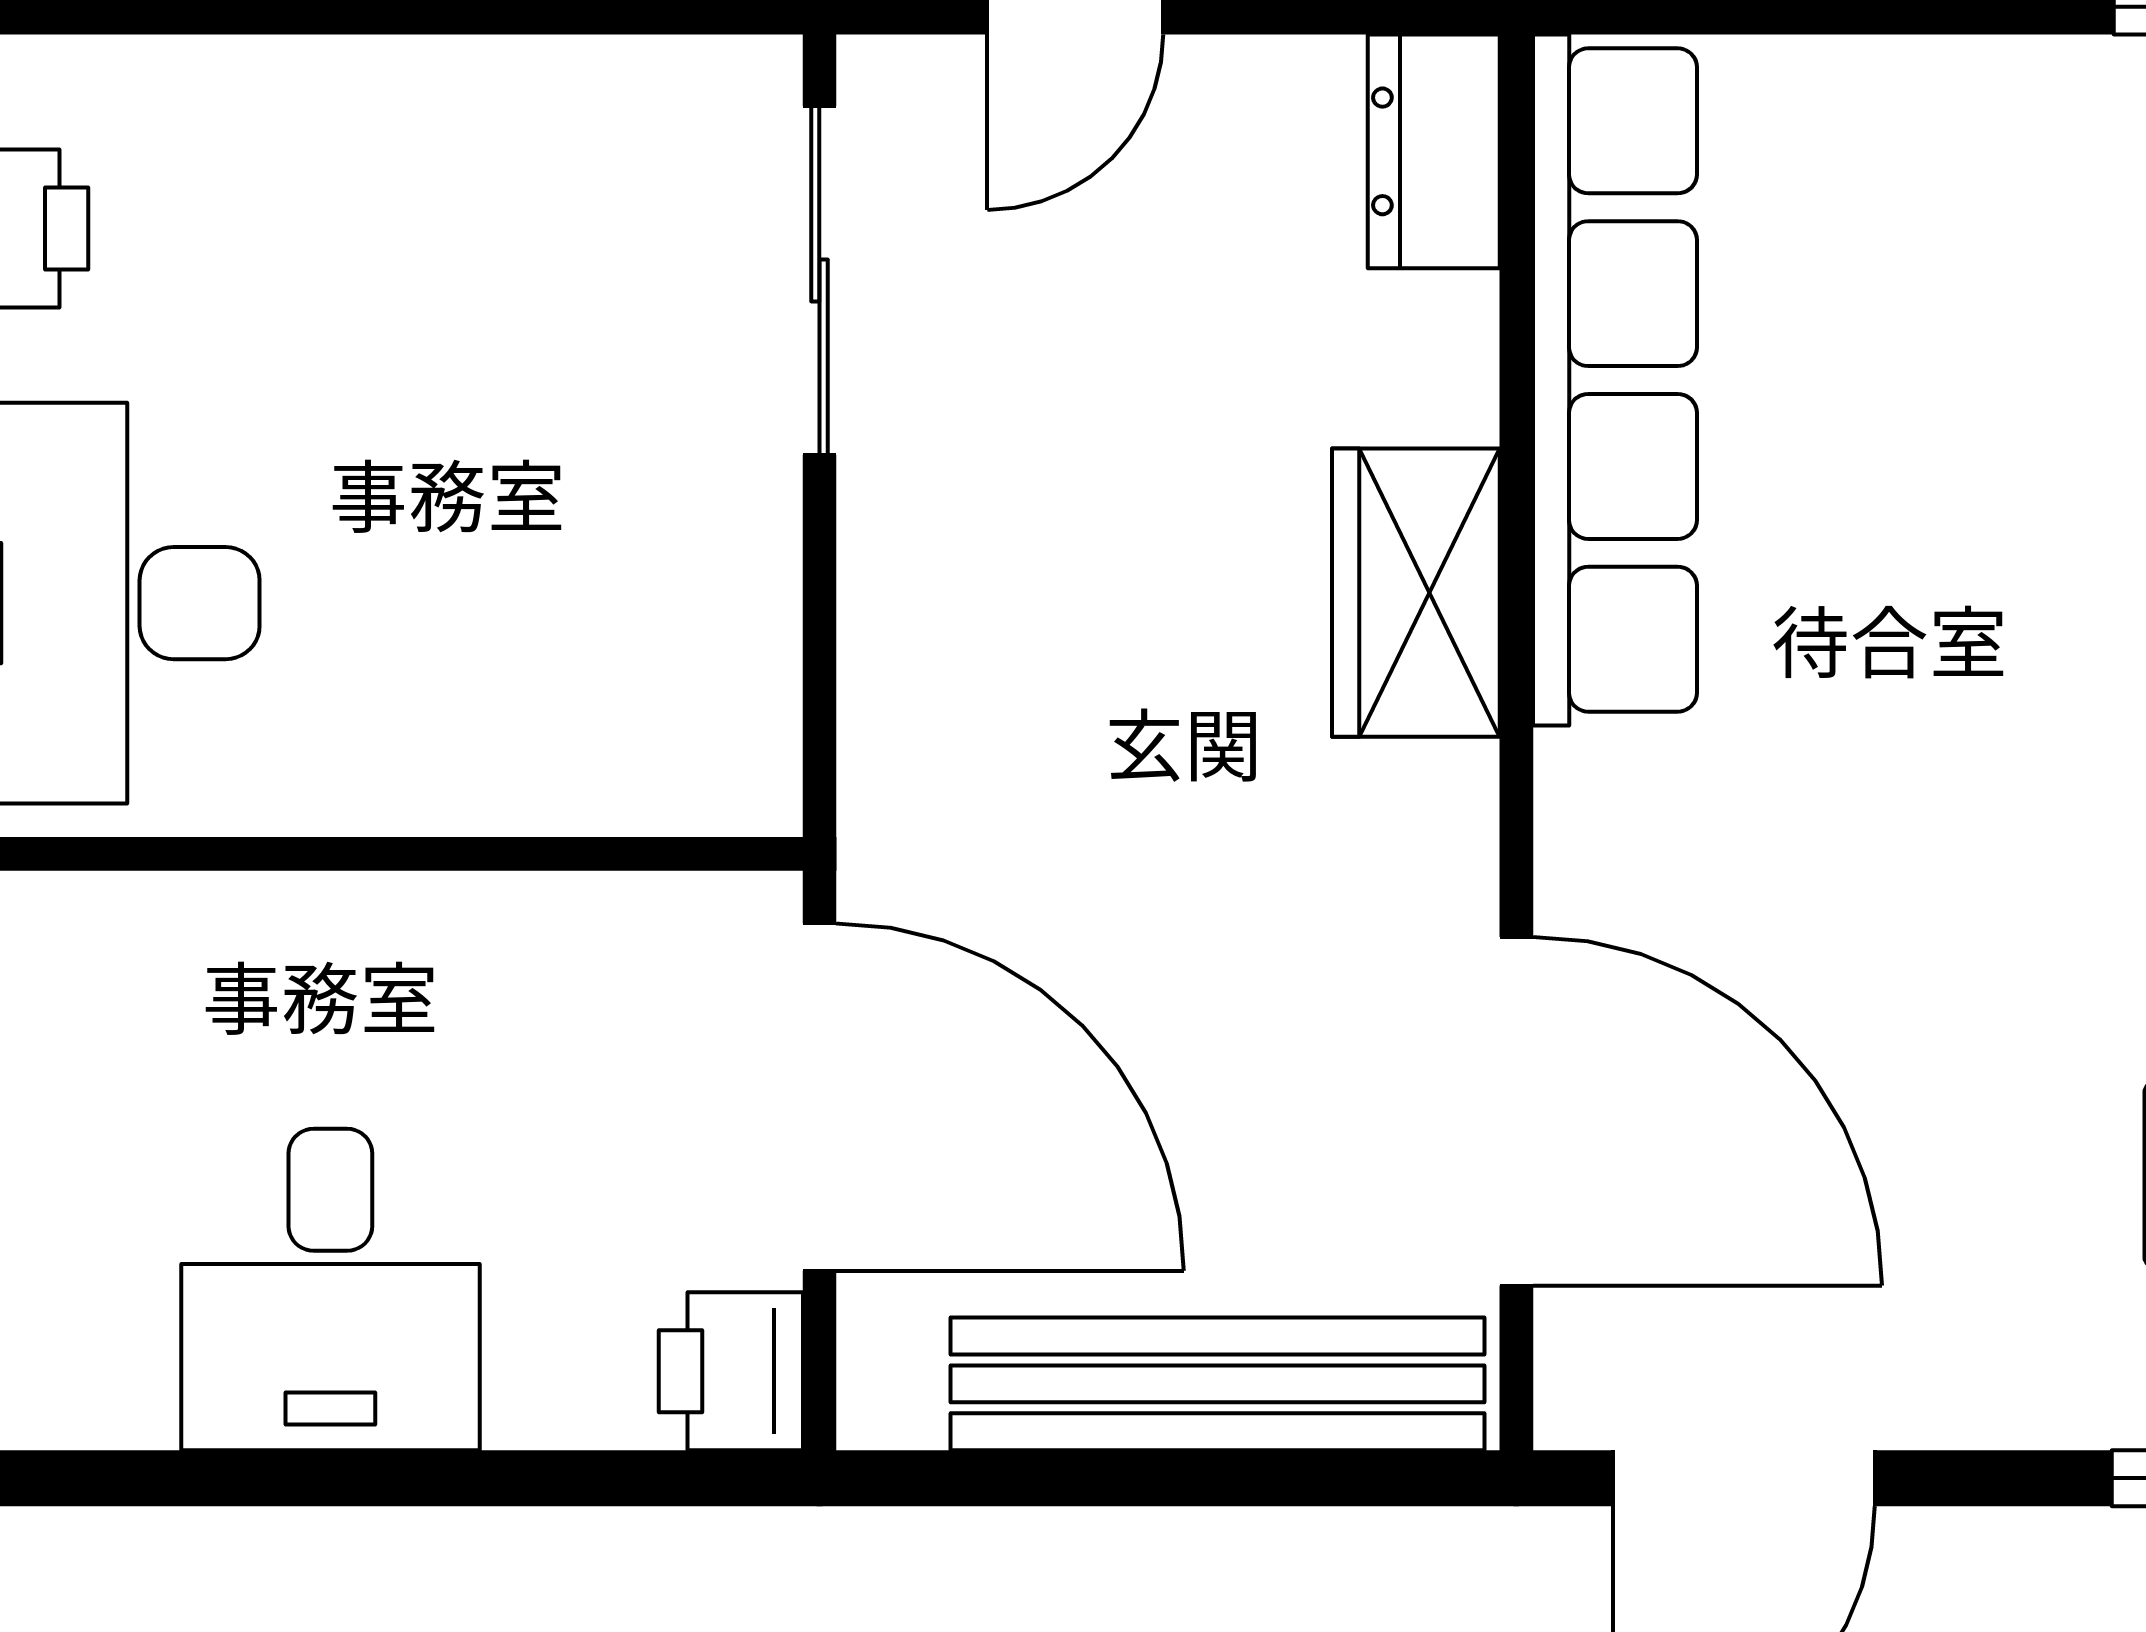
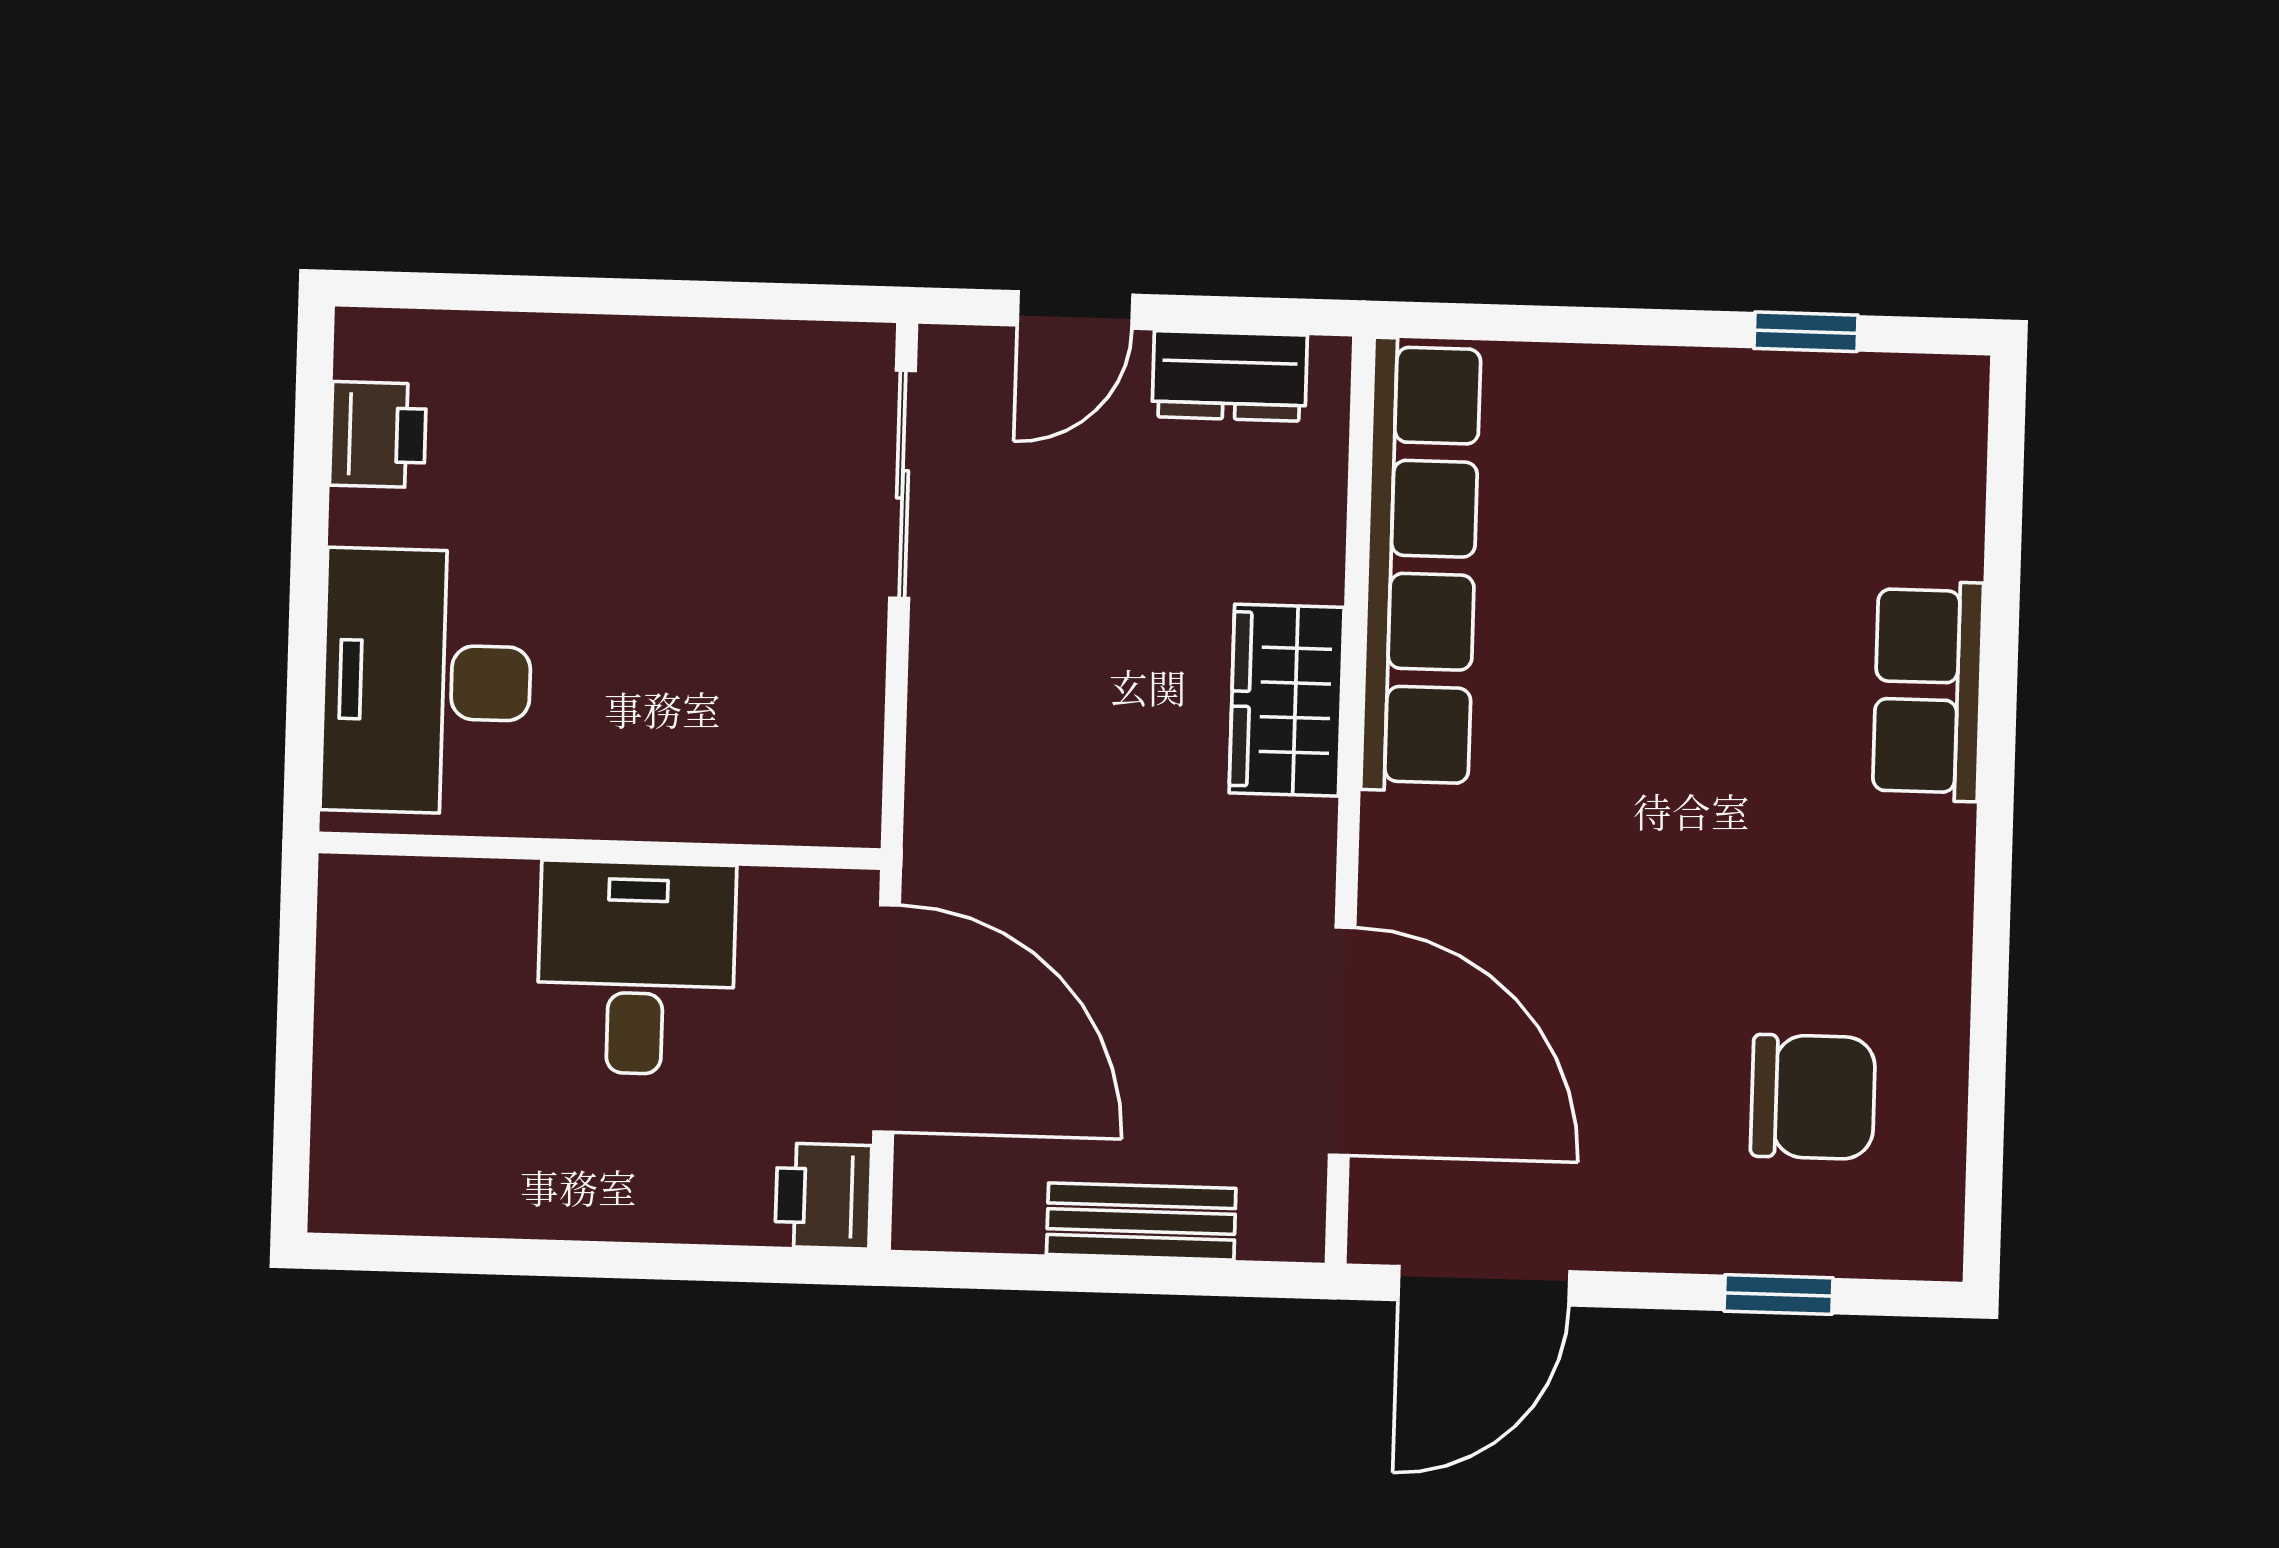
dresser: (1434, 151) -> (1230, 376), moved, turned -90
desk: (330, 1289) -> (636, 968), moved, turned 180
bench: (1218, 1384) -> (1141, 1221), width x0.54, depth x0.82

